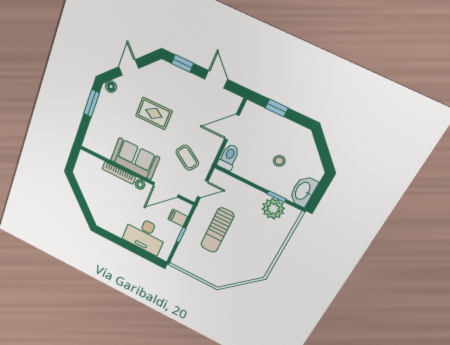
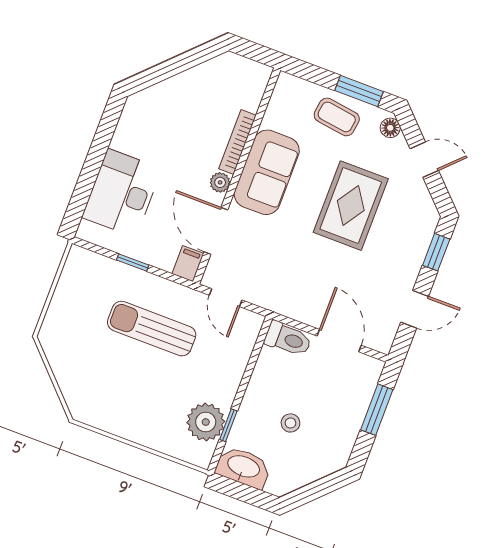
window: (277, 108) -> (377, 410), width x1.50
rug: (154, 113) -> (351, 206), width x1.36, depth x1.43
coffee table: (187, 158) -> (337, 117), moved, turned 65
filing cabinet: (178, 218) -> (188, 264), moved

